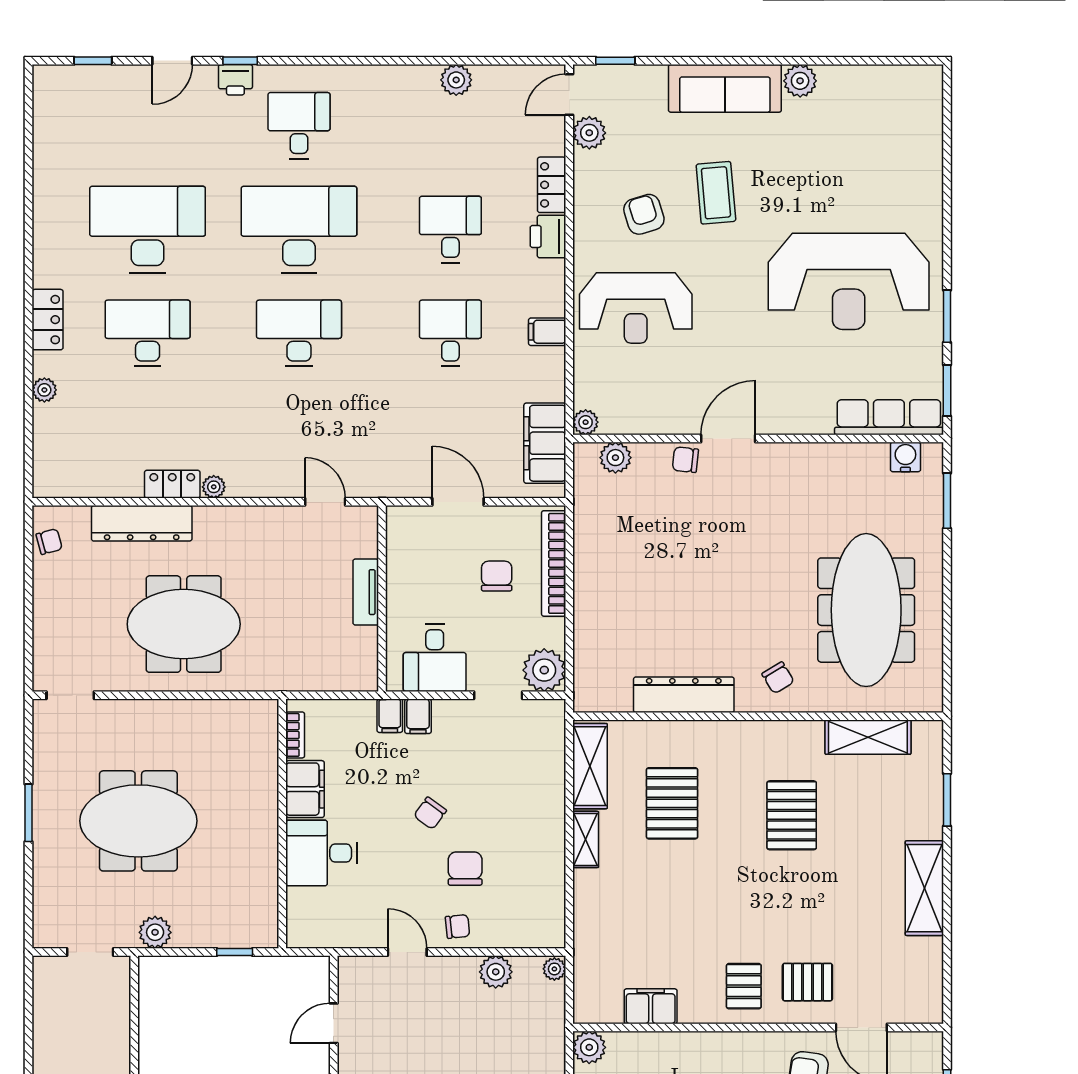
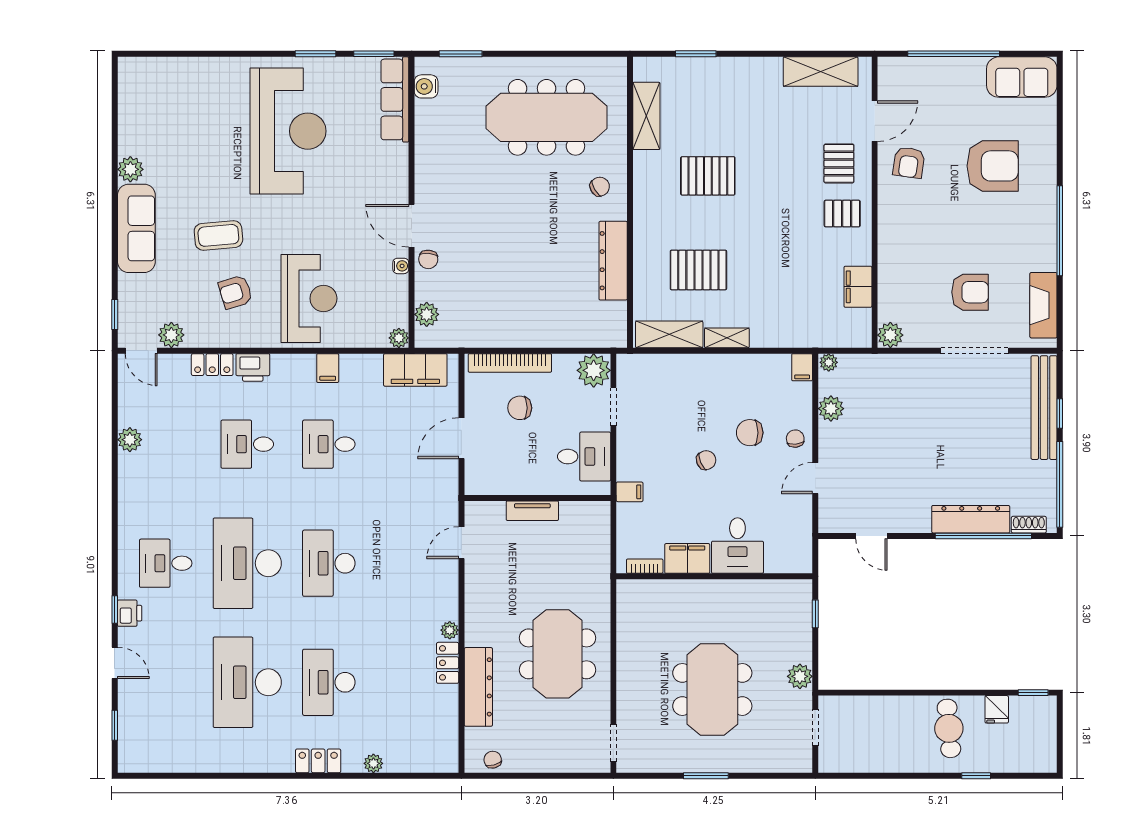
water cooler: (677, 425) -> (401, 266), added
filing cabinet: (418, 716) -> (802, 367), moved, turned 90
chair: (430, 813) -> (706, 460), turned -59
shelving: (924, 888) -> (821, 72), moved

